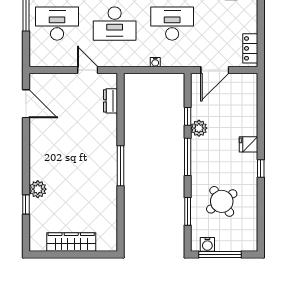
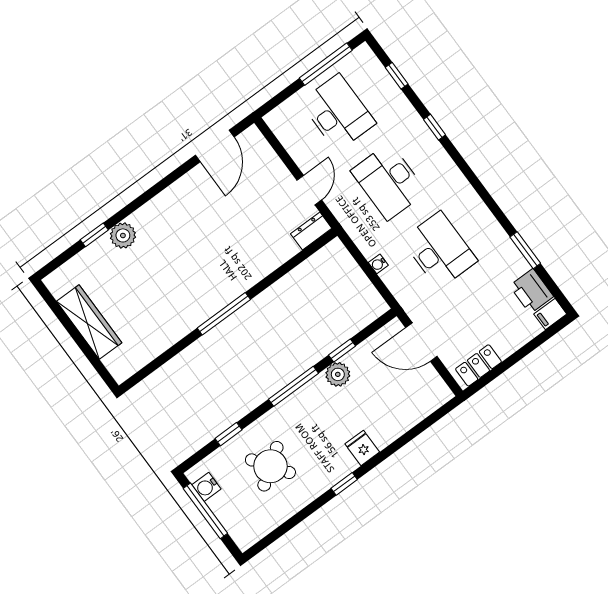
dresser: (111, 101) -> (311, 231), moved
window: (188, 211) -> (228, 434), width x0.67

